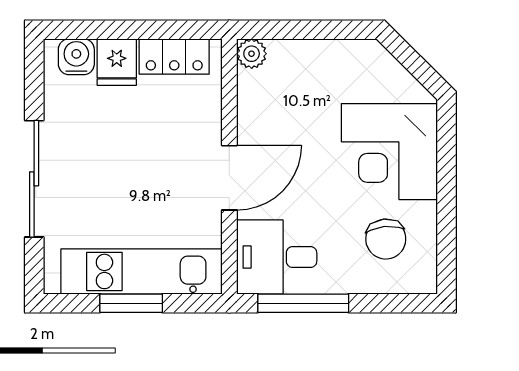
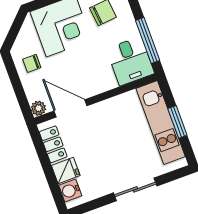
chair: (340, 72) -> (32, 63), added
door: (229, 178) -> (70, 108), moved
sliding door: (34, 179) -> (135, 189), width x0.73

